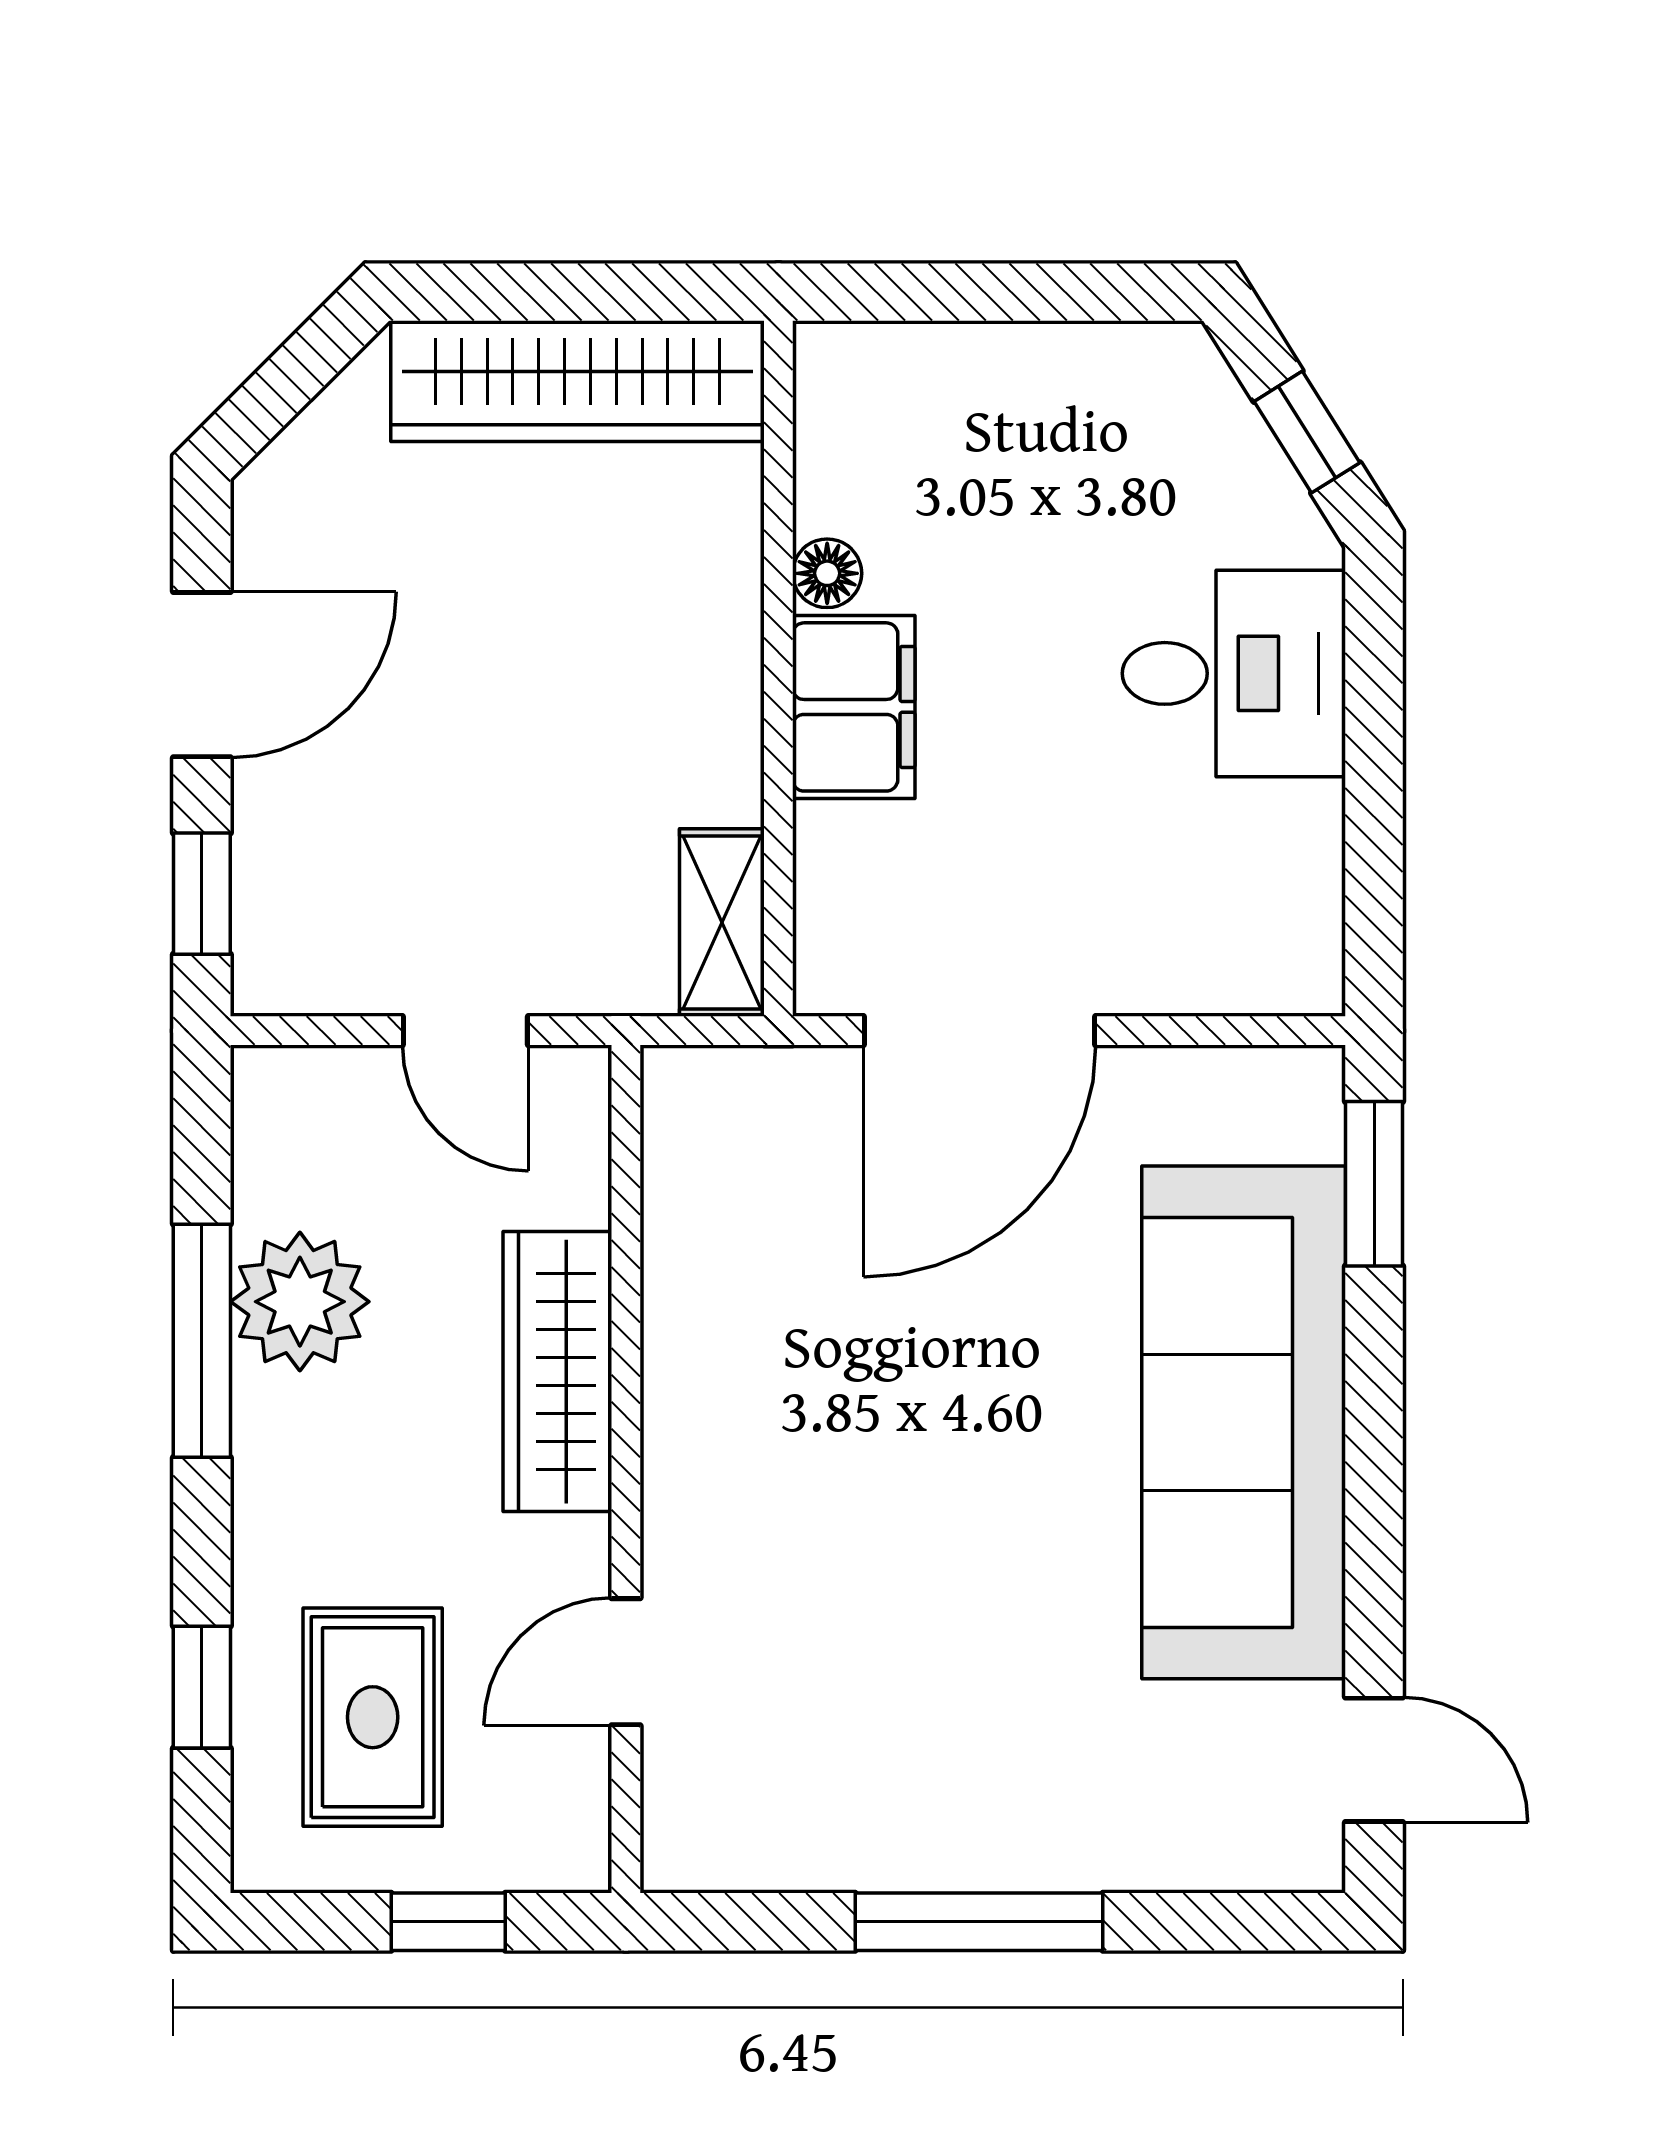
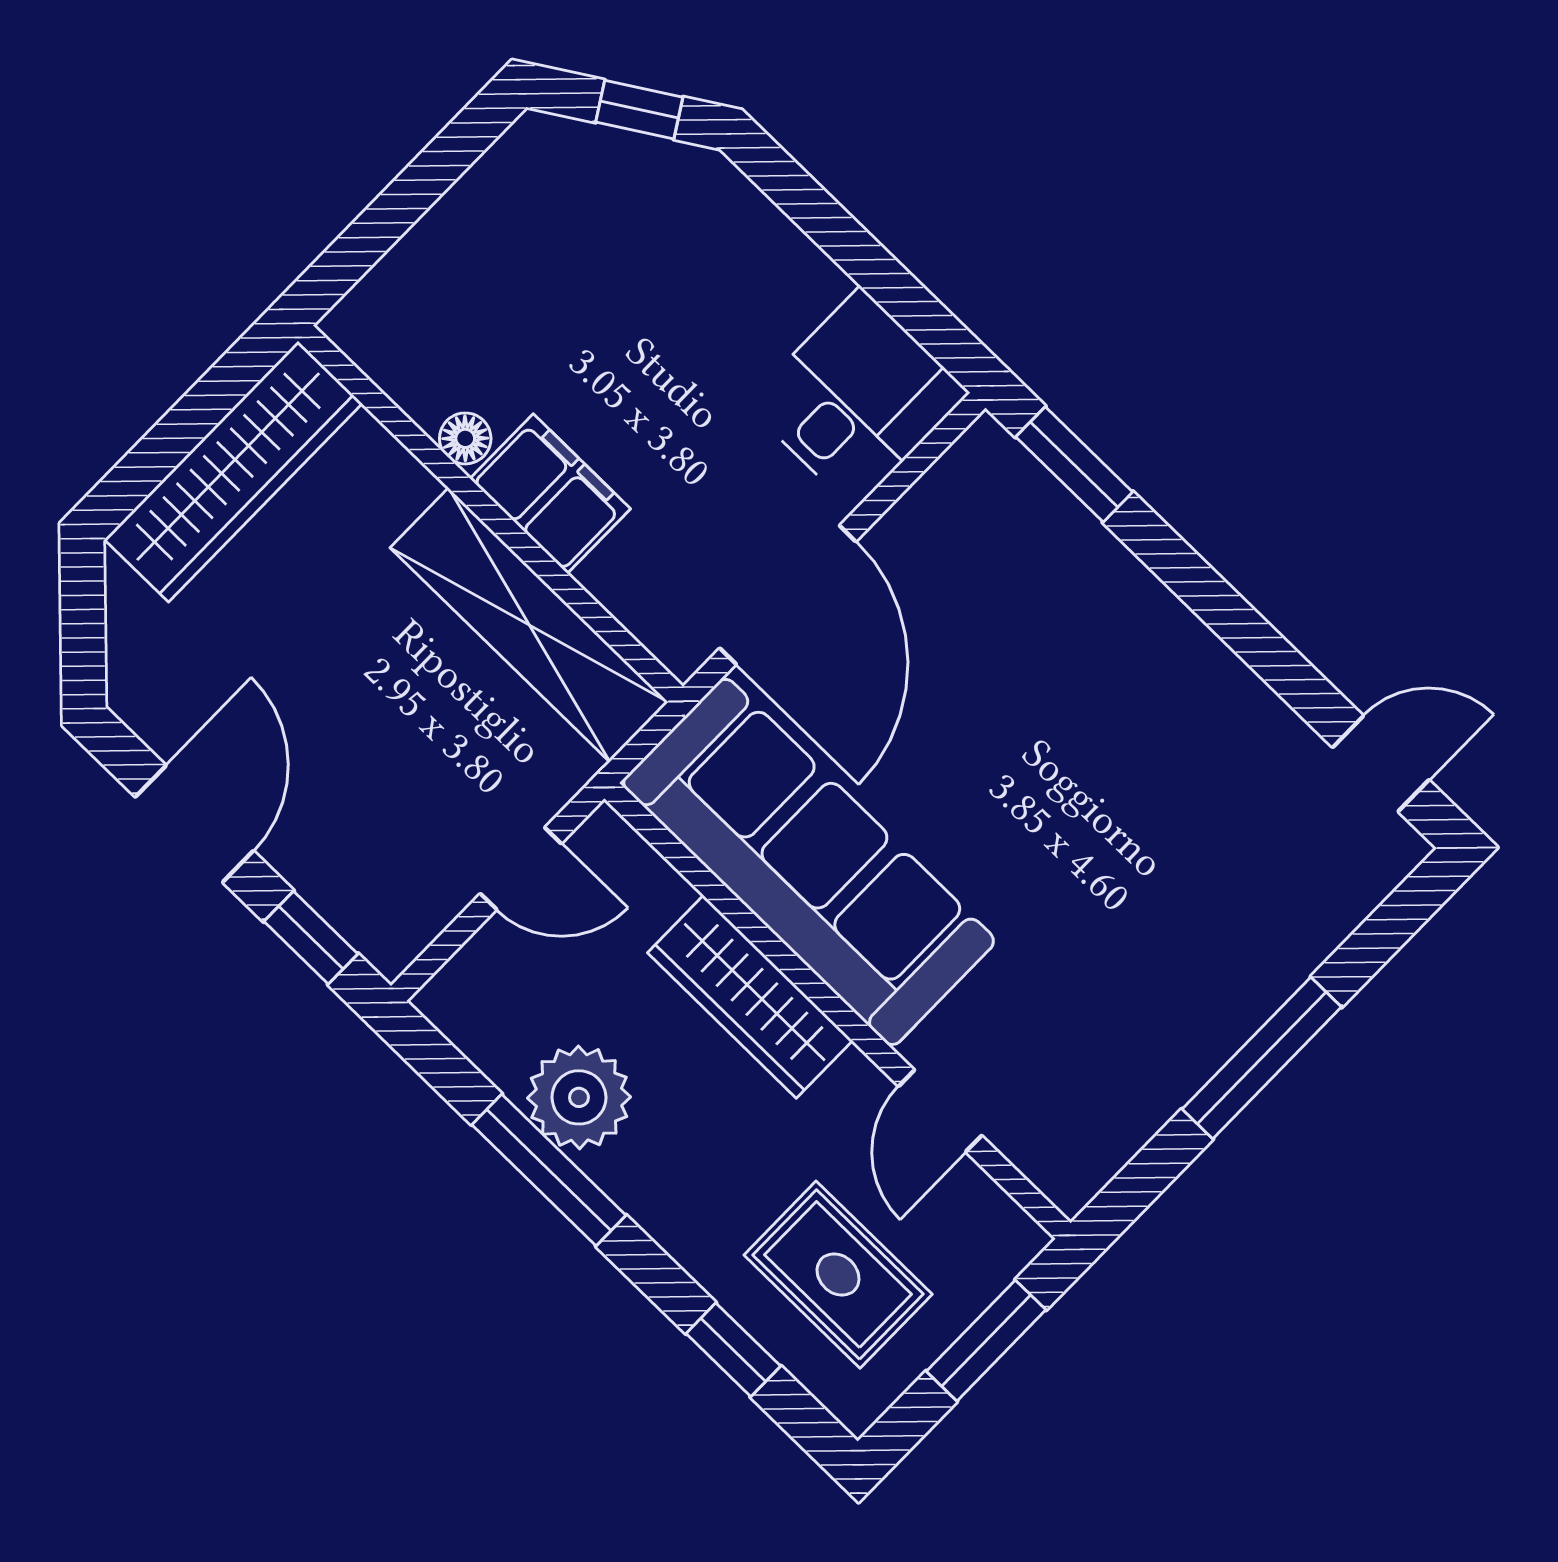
desk: (1234, 673) -> (857, 398), moved
shelving: (722, 923) -> (529, 625), width x2.20, depth x1.33
sofa: (1244, 1422) -> (809, 862), moved, turned 180
window: (448, 1922) -> (986, 1341), width x1.50

